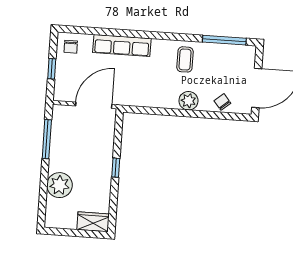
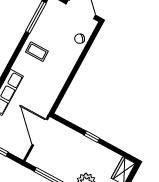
plant: (188, 101) -> (68, 63), removed

